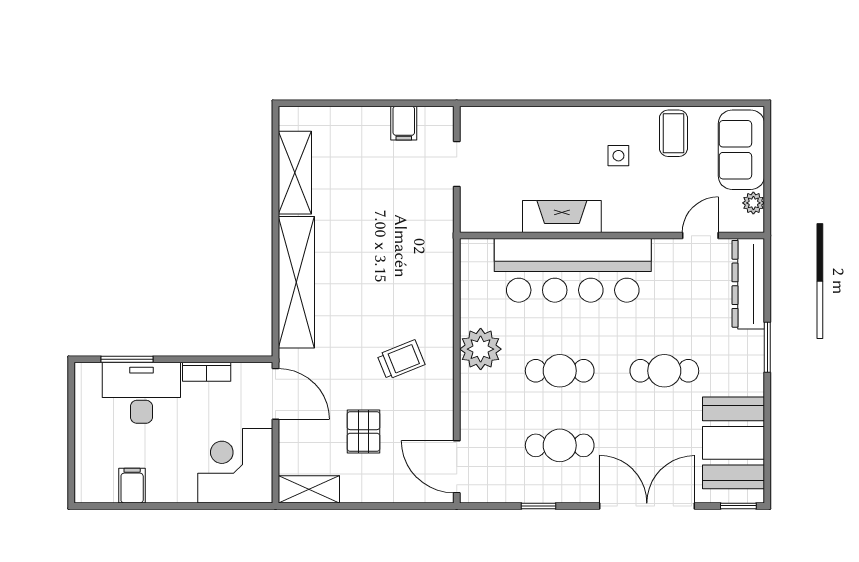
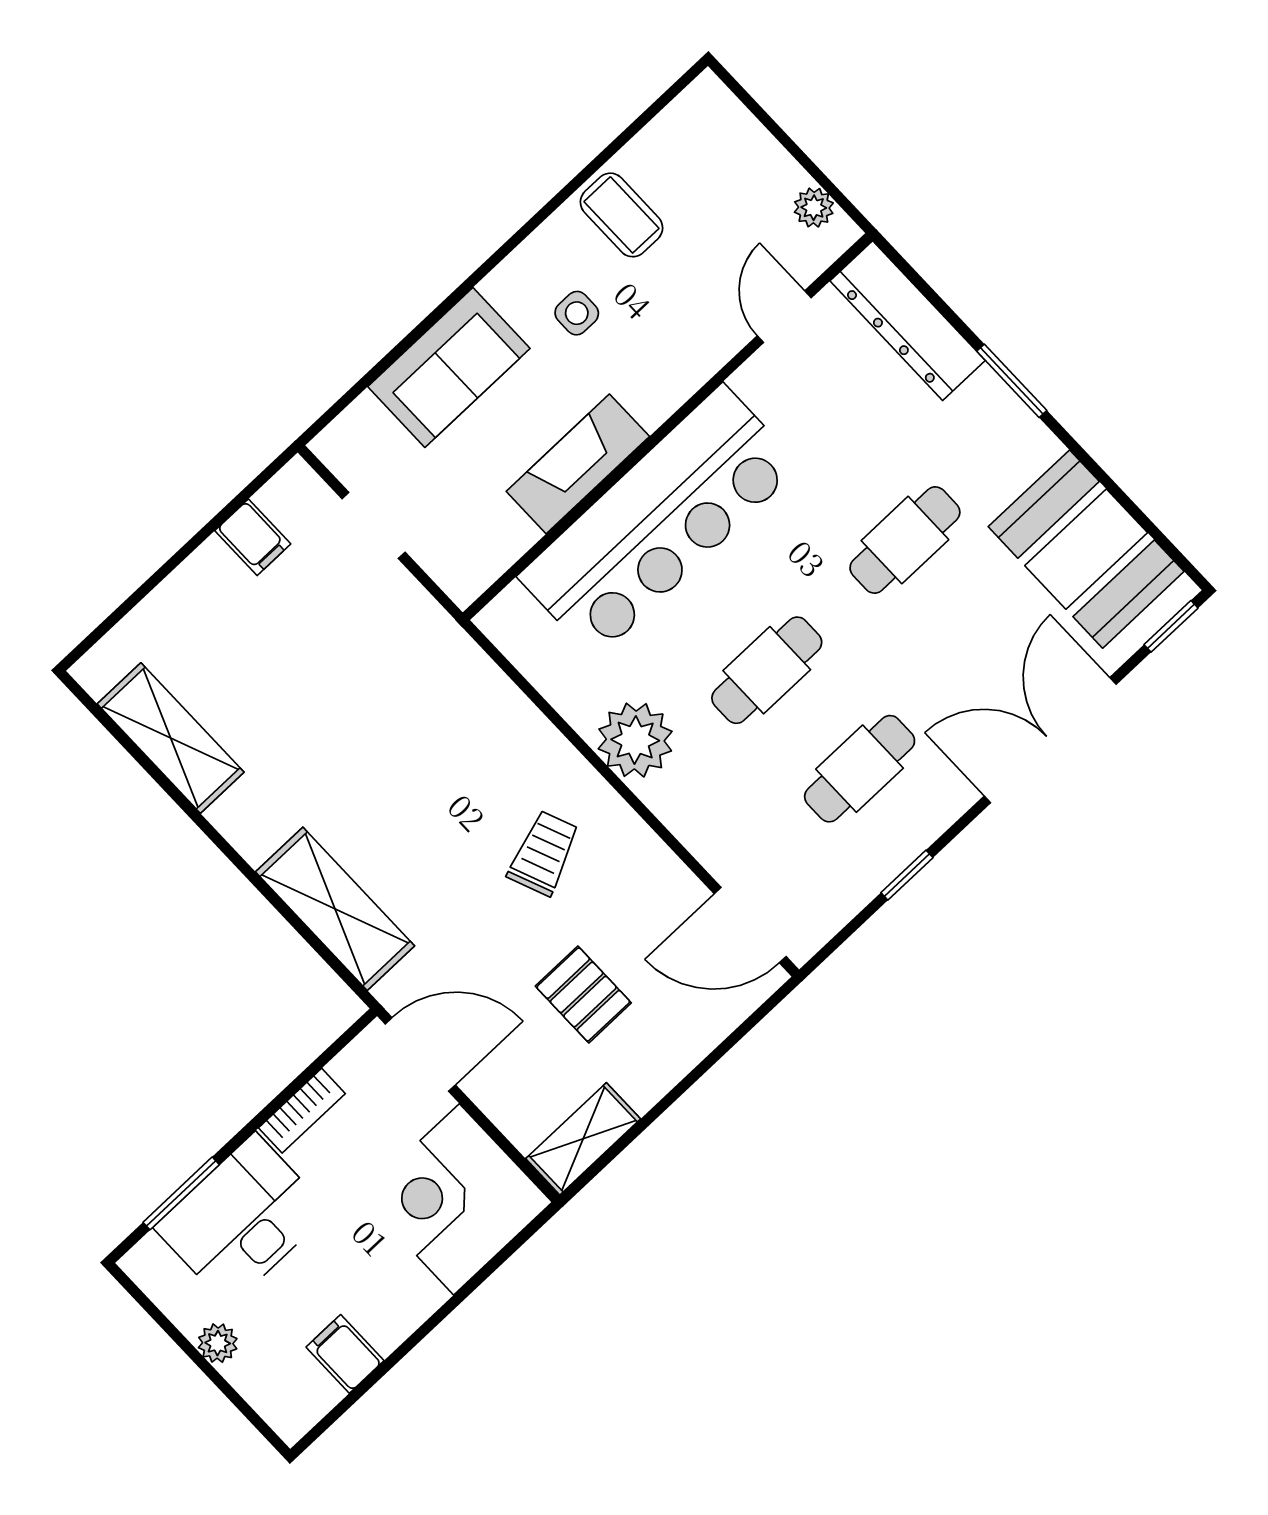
sofa: (741, 150) -> (449, 368), moved, turned -90
shelving: (296, 282) -> (335, 909), width x0.68
plant: (85, 433) -> (218, 1343), added

